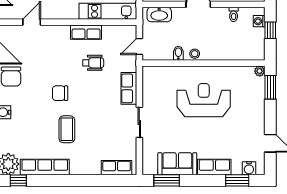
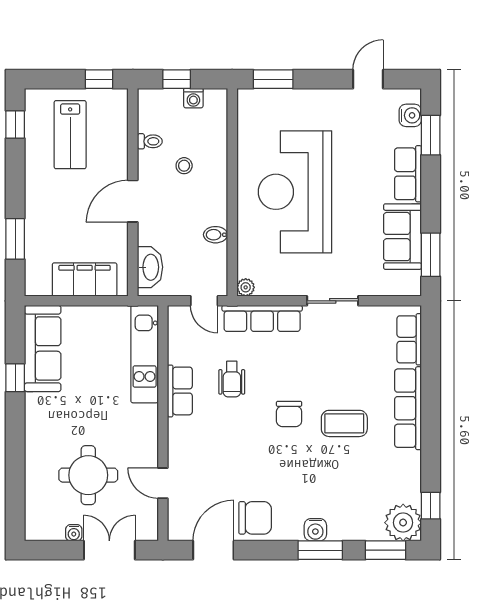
washing machine: (259, 21) -> (193, 98), moved
stool: (195, 54) -> (184, 166), moved
wheelchair: (93, 63) -> (232, 379), turned 180
plant: (260, 71) -> (246, 287), moved
row of seats: (129, 88) -> (262, 318), width x1.48
chair: (60, 93) -> (289, 414), moved
reception desk: (204, 100) -> (295, 192), width x1.36, depth x1.30
row of seats: (45, 167) -> (408, 408), moved

